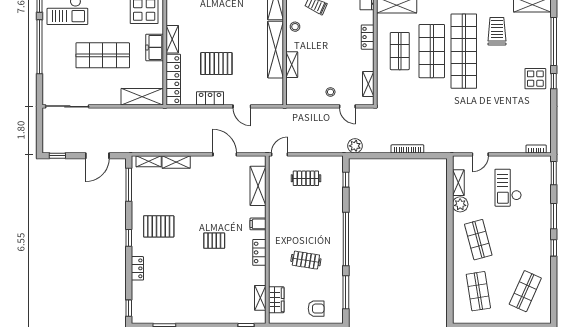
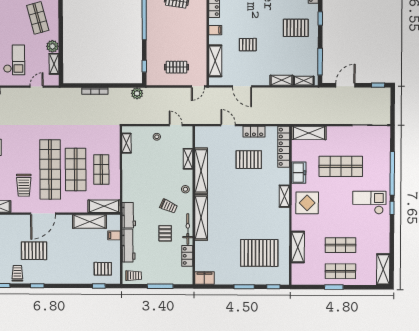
locker: (368, 37) -> (127, 181), removed
shelving: (172, 39) -> (284, 196), moved
door: (347, 106) -> (176, 125), moved
pallet: (214, 241) -> (248, 45), moved

